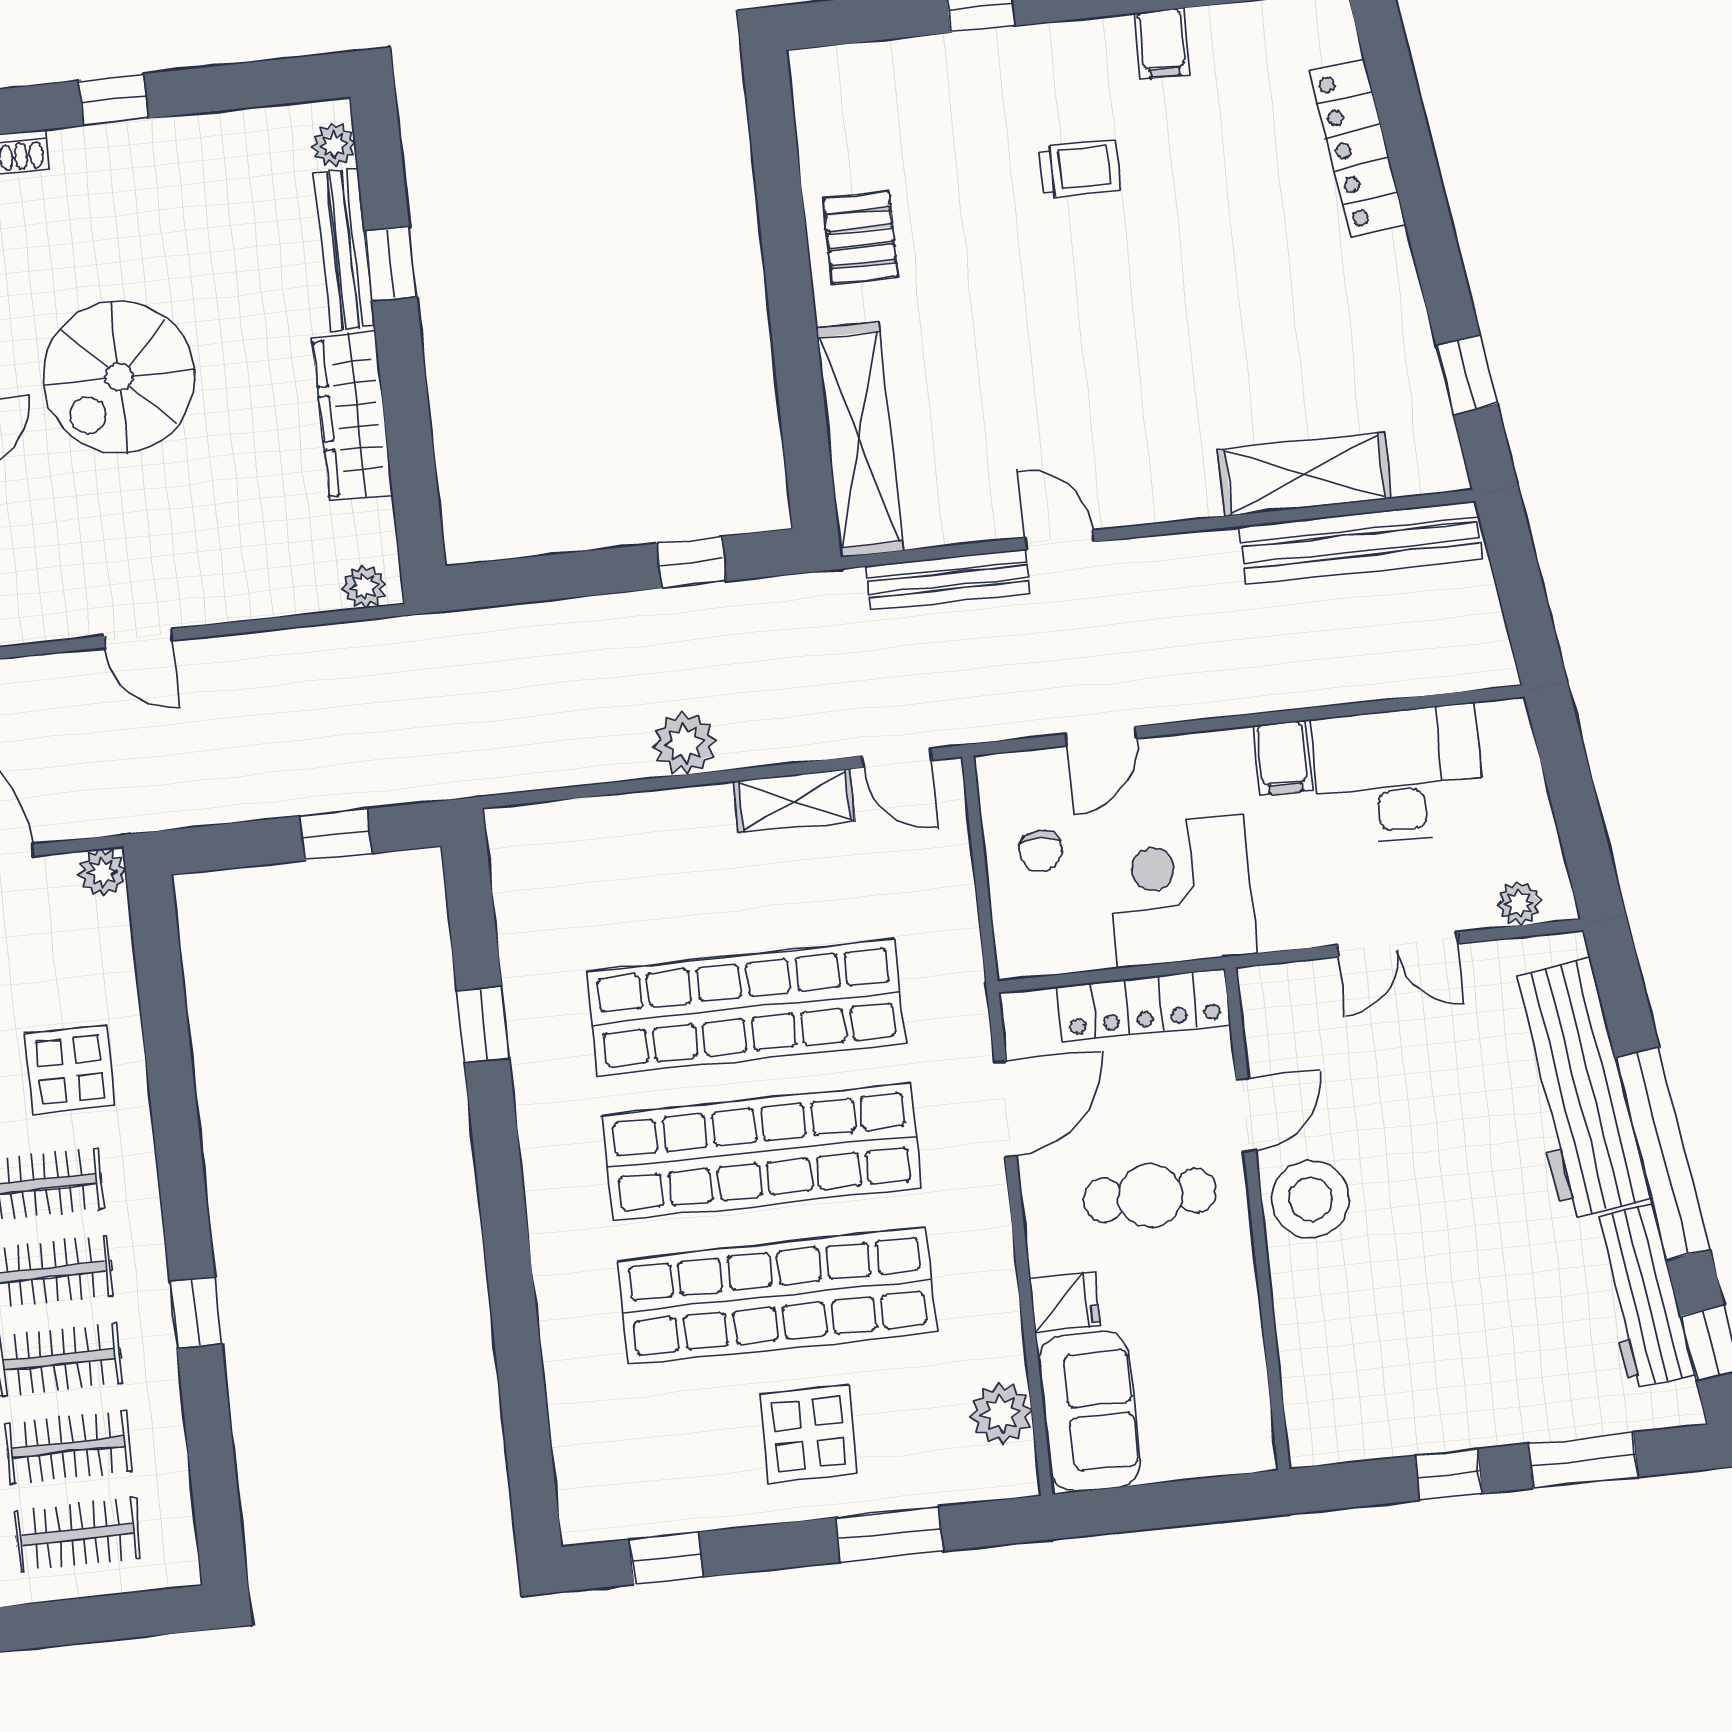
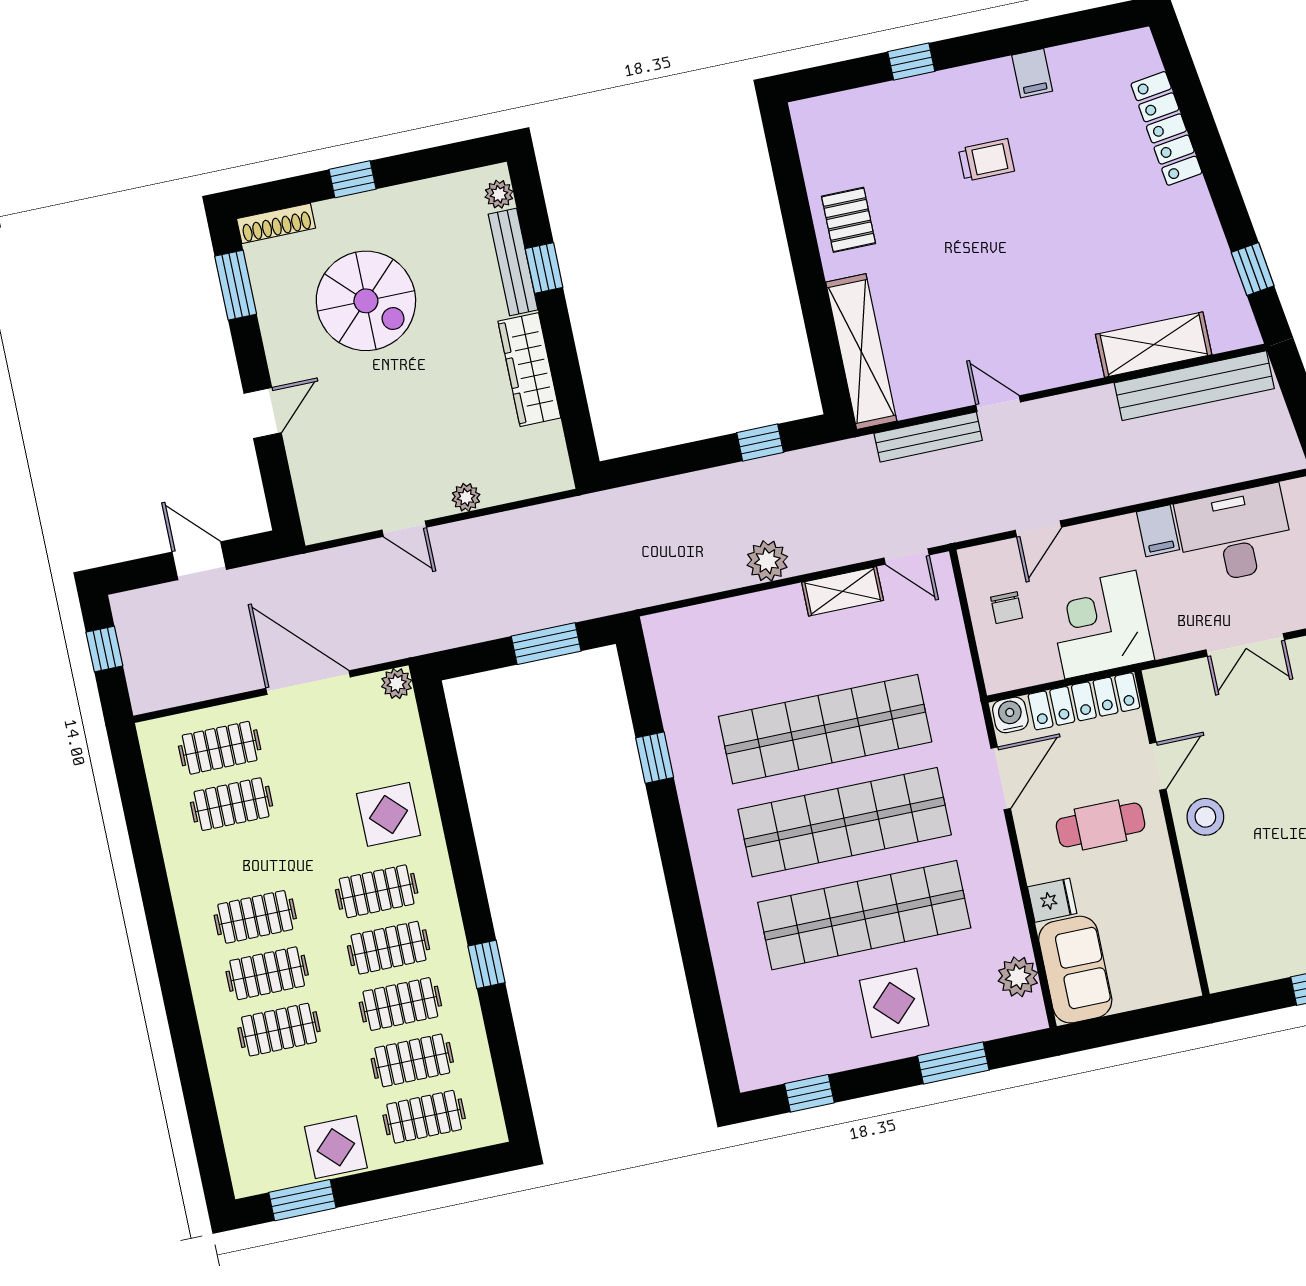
spiral stairs: (119, 377) -> (366, 301), moved, turned -90
plant: (364, 586) -> (466, 497), moved
window: (336, 835) -> (546, 644), width x1.50
water cooler: (1030, 1015) -> (1010, 715), added
stool: (1310, 1199) -> (1205, 817), width x0.73, depth x0.73

